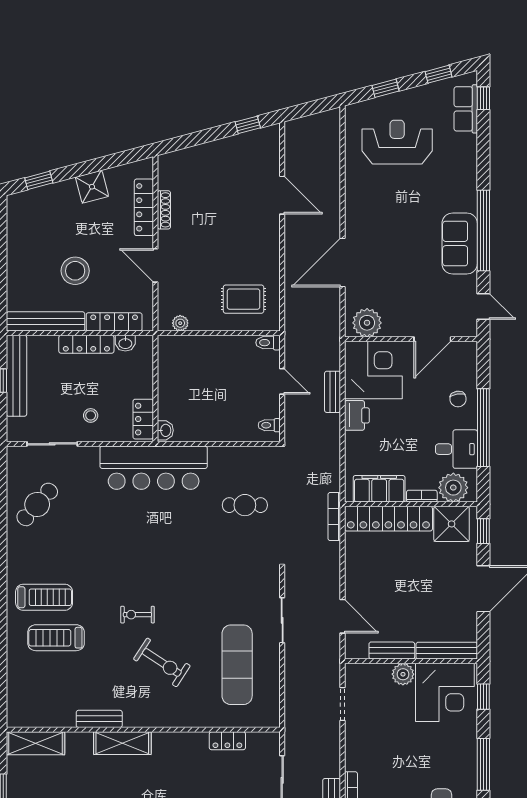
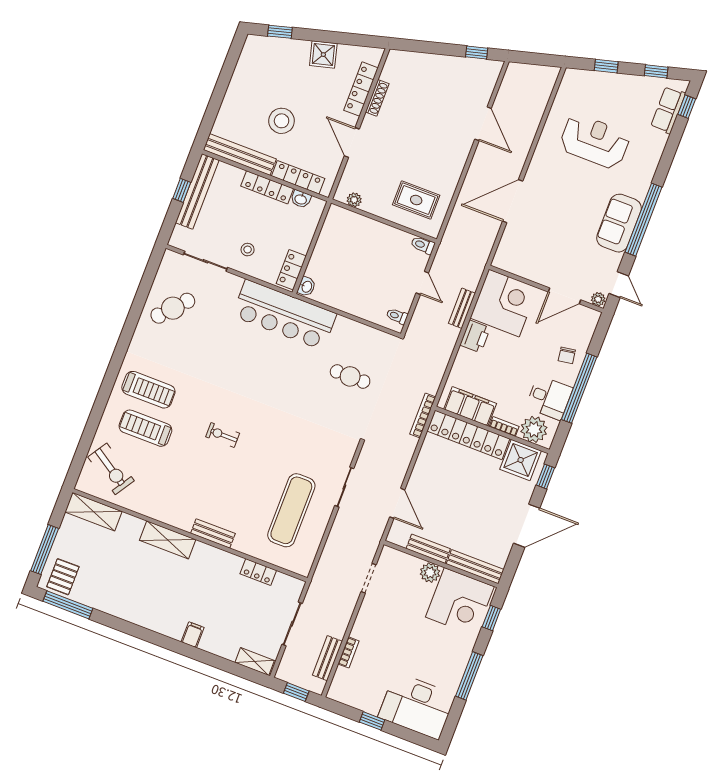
reception desk: (397, 142) -> (595, 141), moved
plant: (367, 323) -> (598, 299), moved, width x0.53, depth x0.53
exercise bike: (162, 662) -> (111, 469), moved
bench: (99, 719) -> (213, 533), moved

